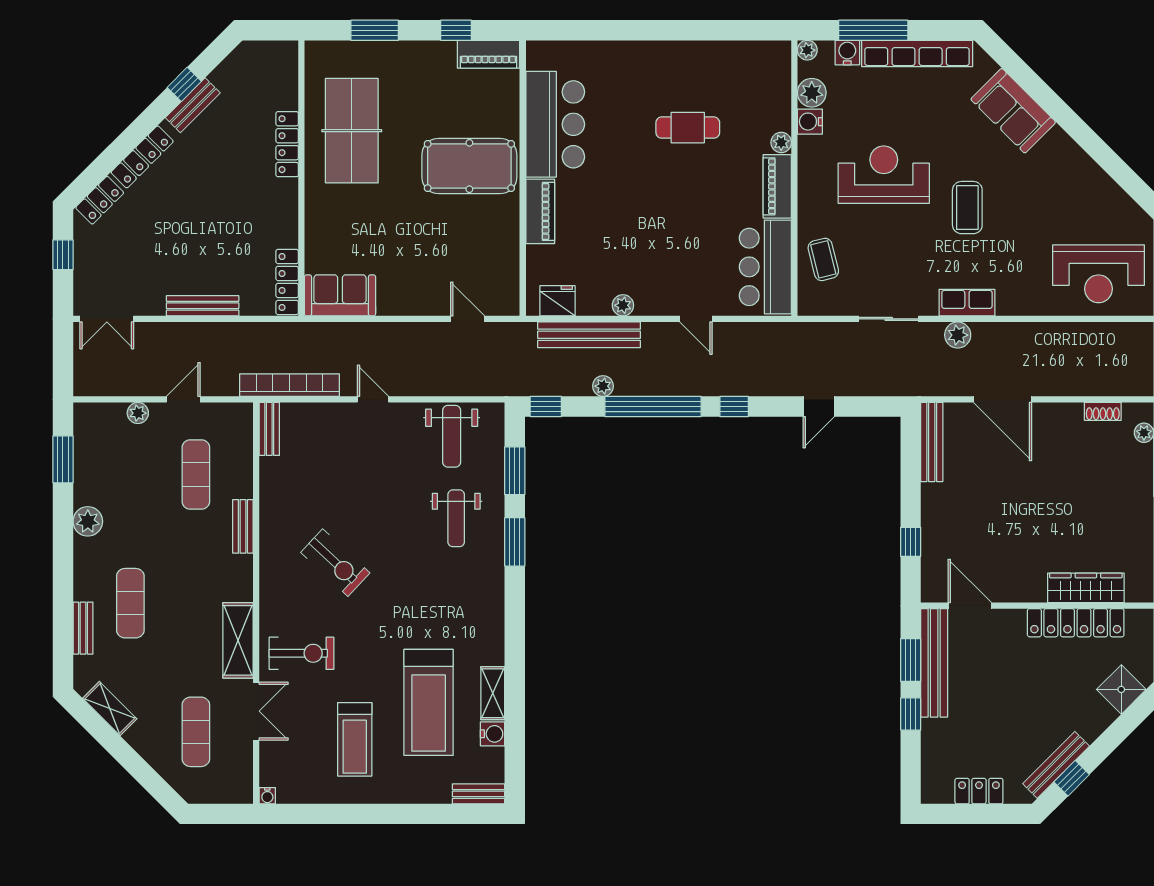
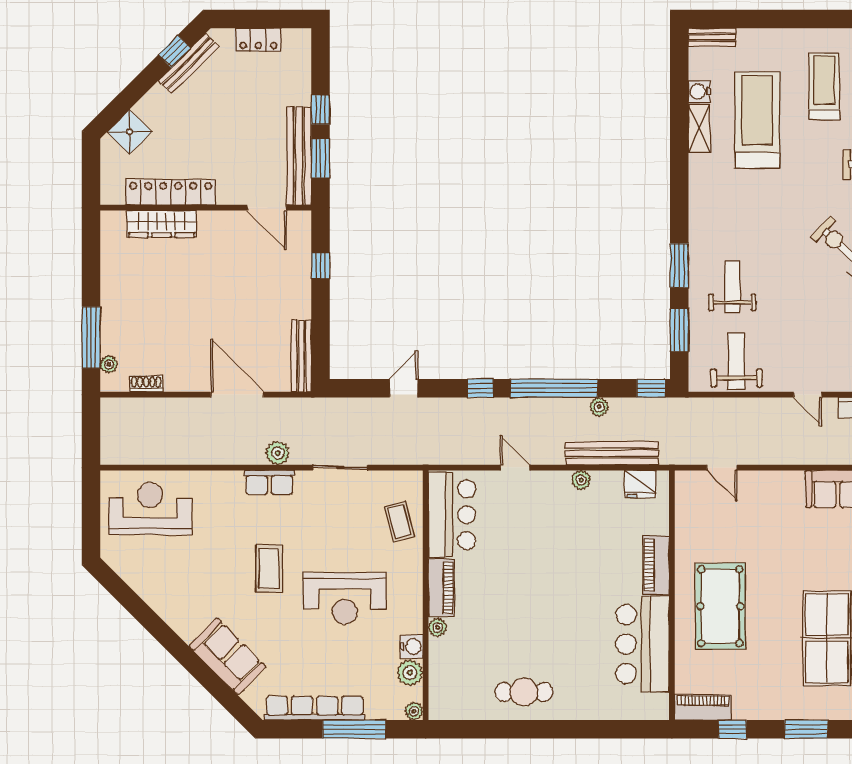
water cooler: (847, 53) -> (378, 709), removed
cafe table: (688, 128) -> (524, 692), moved
pool table: (469, 166) -> (720, 606), turned 90

